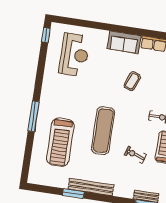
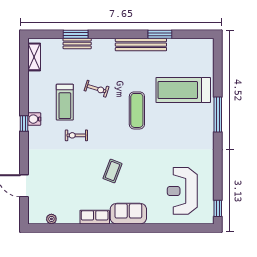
exercise mat: (103, 131) -> (137, 110), width x0.73, depth x0.69
treadmill: (60, 142) -> (183, 90), turned -90

